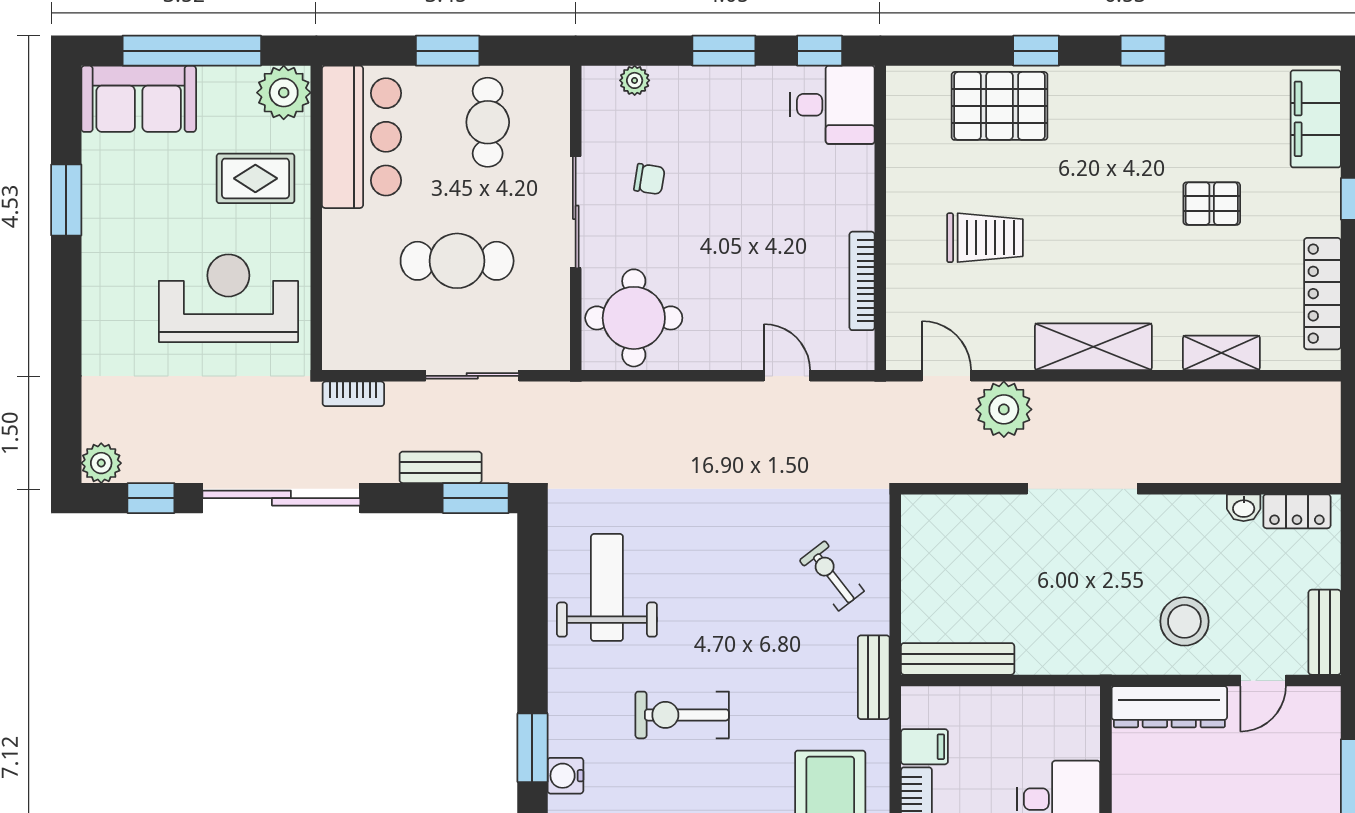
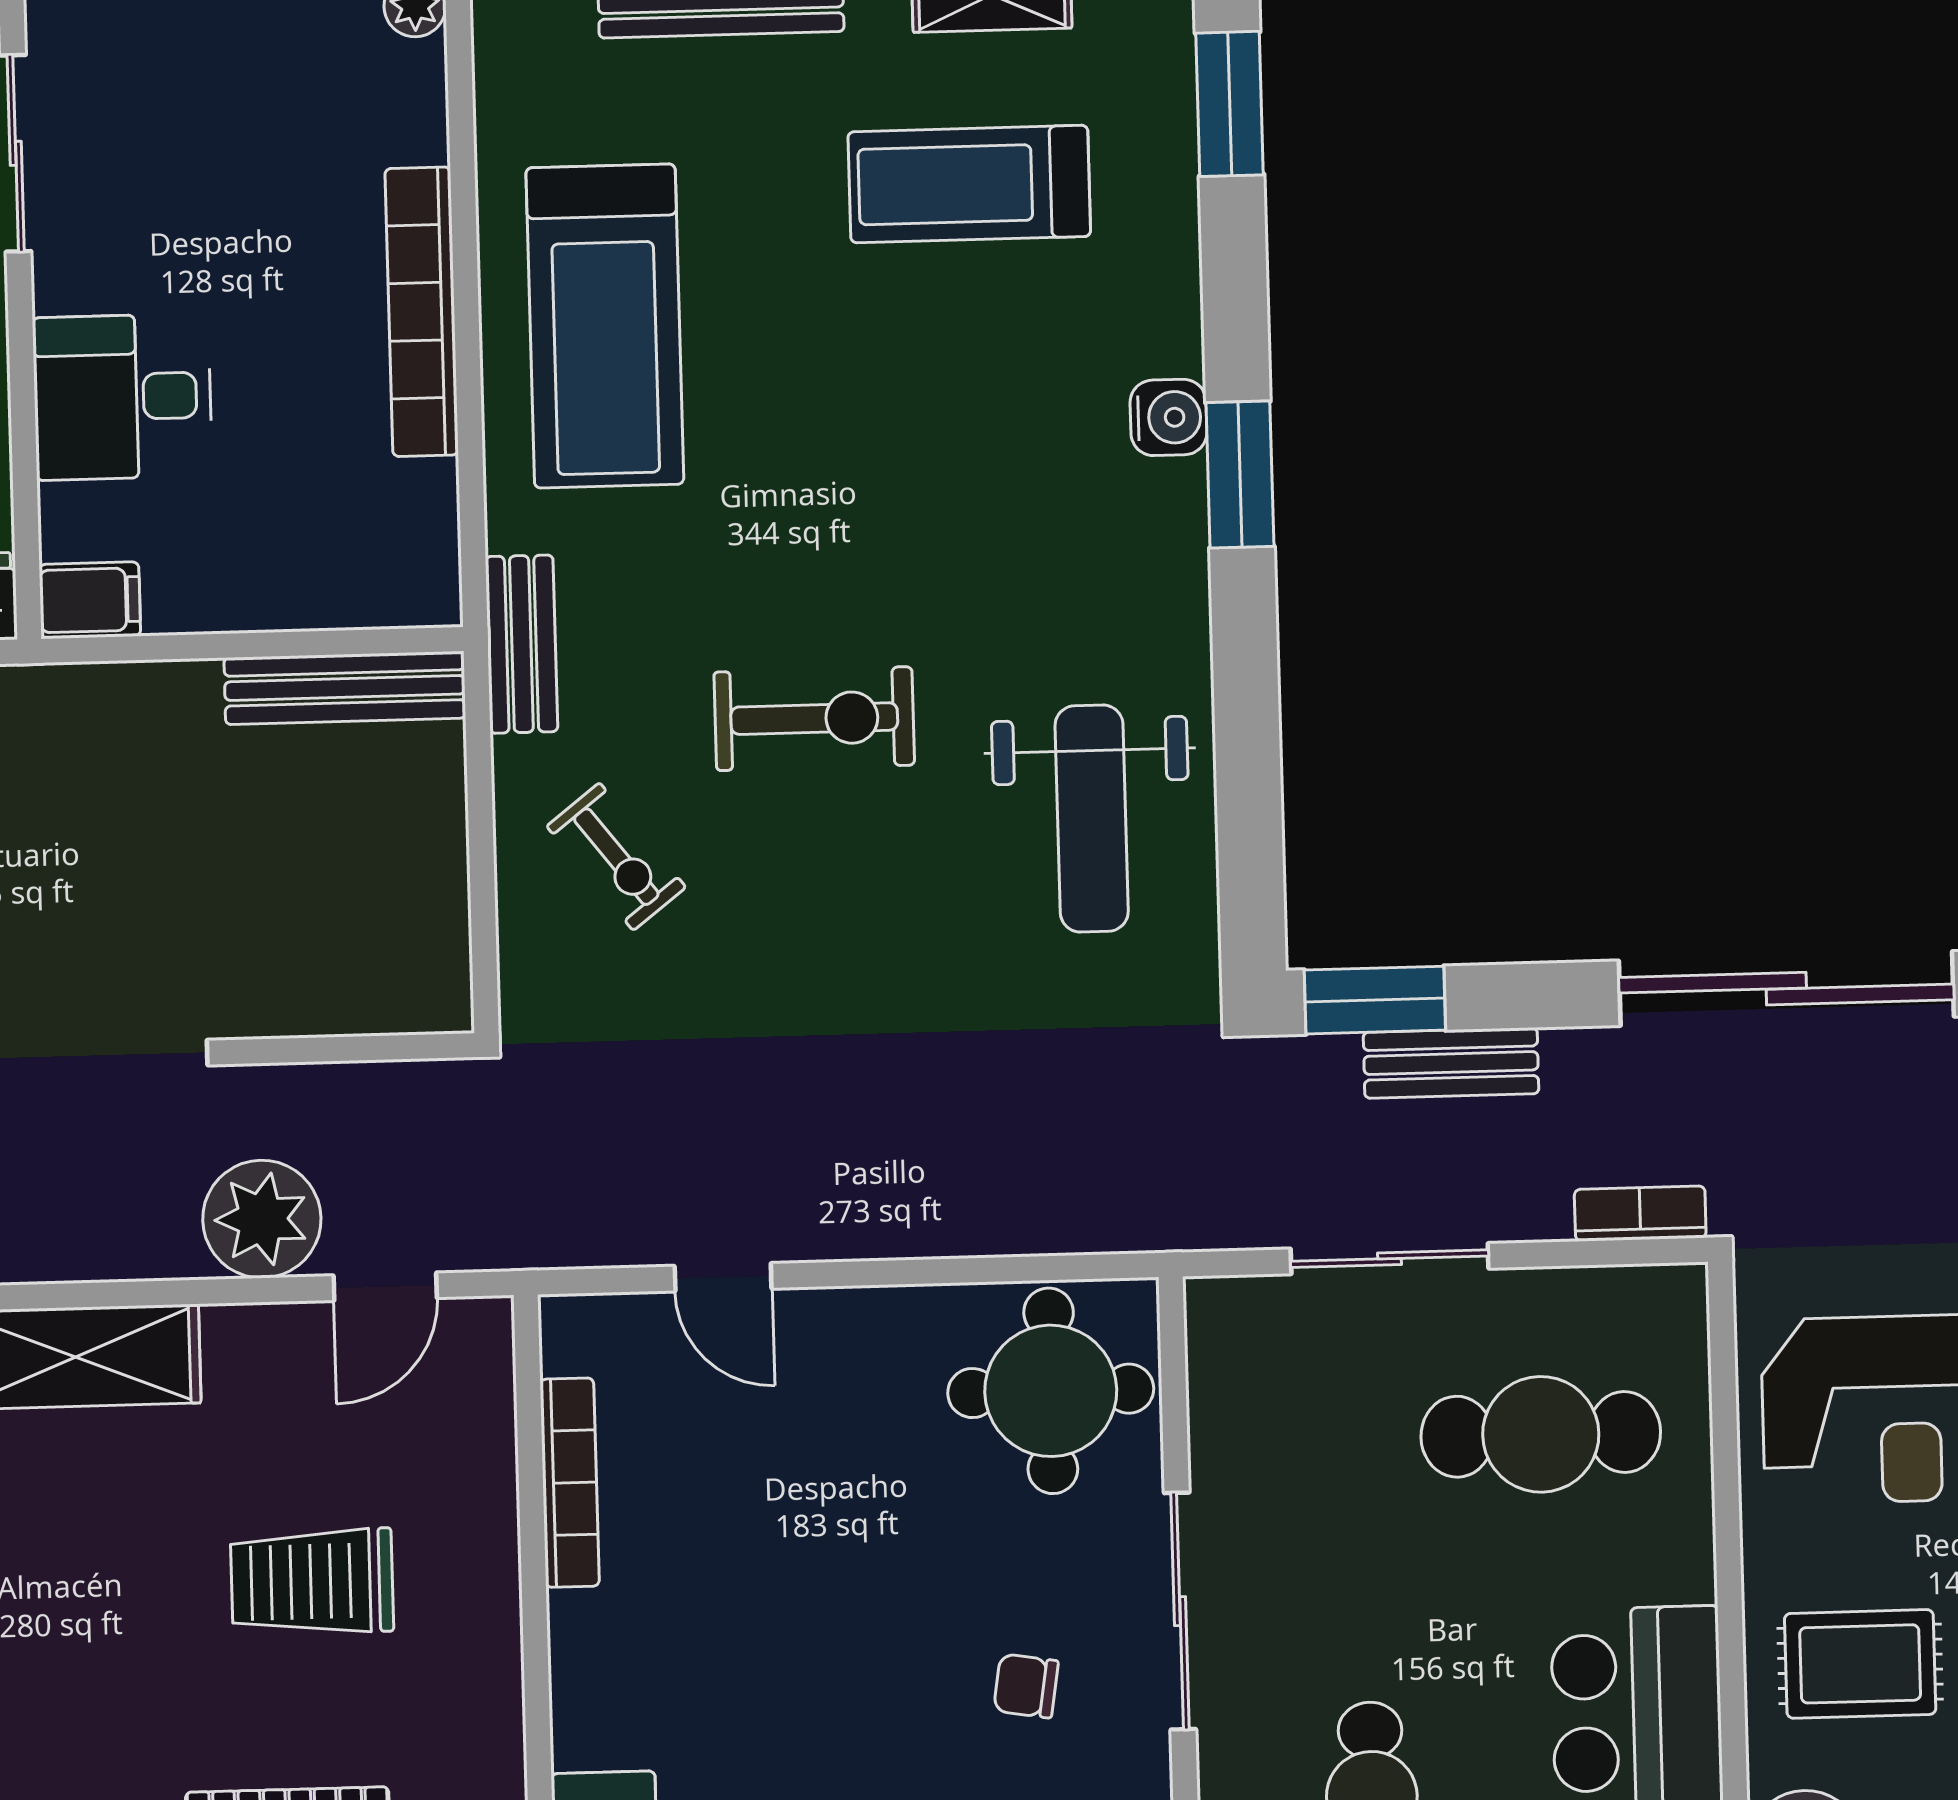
cafe table: (457, 261) -> (1541, 1434), moved
door: (946, 376) -> (385, 1287), hinge flipped
exercise bike: (682, 715) -> (814, 719), moved
filing cabinet: (924, 747) -> (90, 600), moved, turned 180

